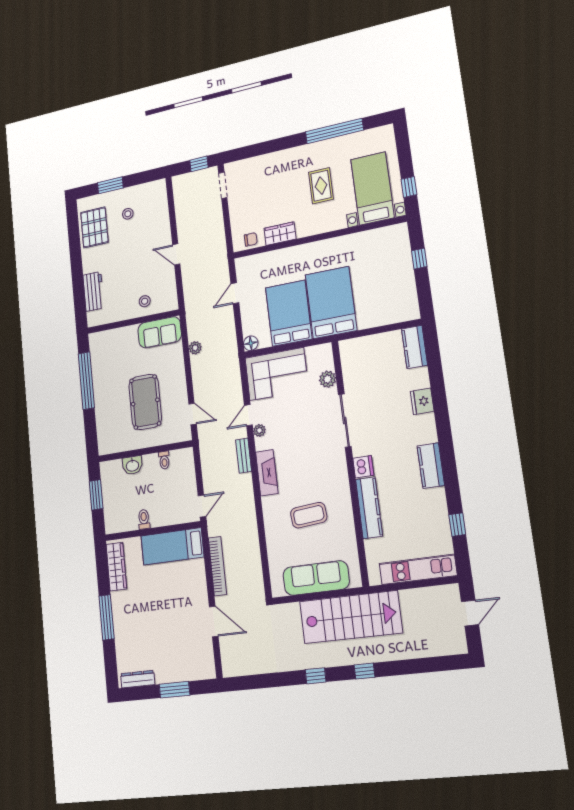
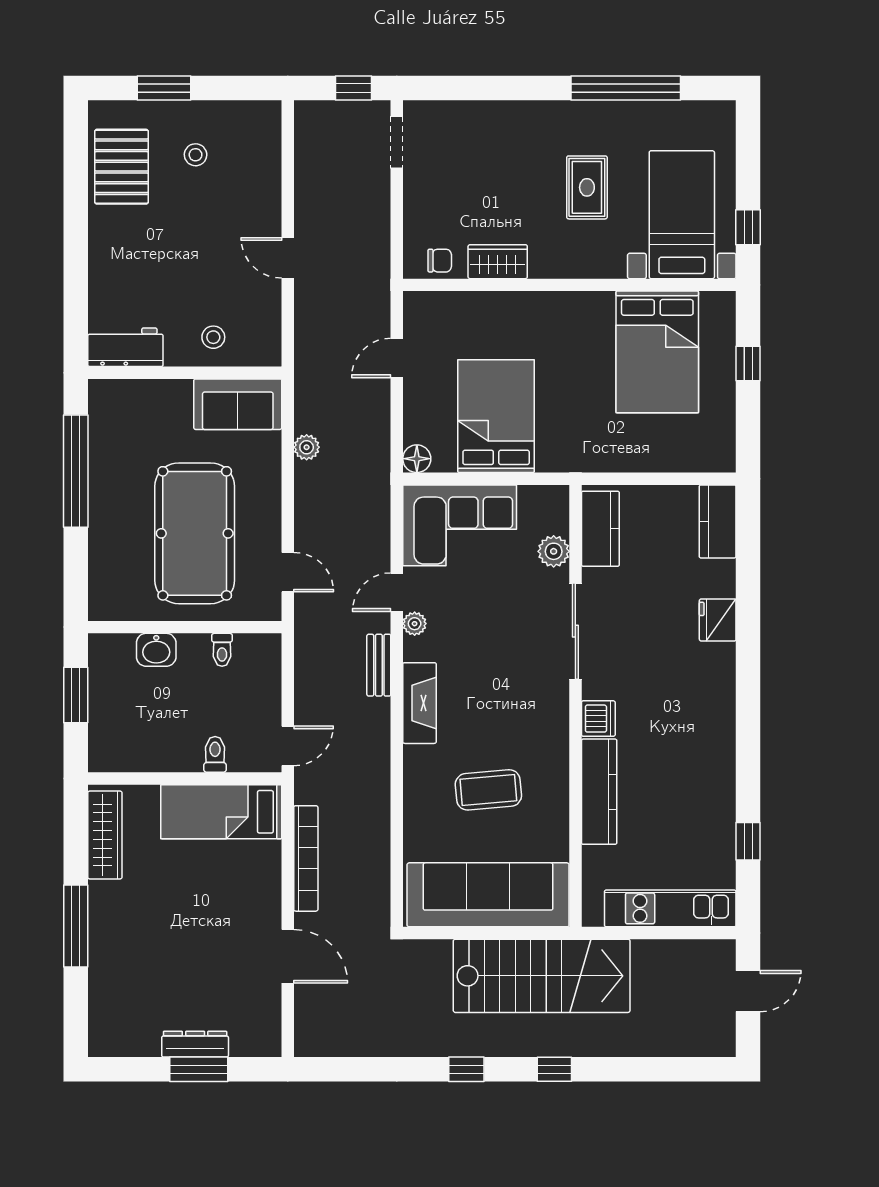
workbench: (93, 292) -> (125, 347), moved, turned -90
bed: (331, 302) -> (657, 352), moved, turned 180
pool table: (145, 402) -> (195, 533), width x1.36, depth x1.32
kitchen counter: (431, 466) -> (600, 529), moved, turned 180
toilet: (144, 519) -> (215, 754), moved
sofa: (316, 578) -> (488, 895), width x1.36, depth x1.27
dresser: (138, 679) -> (195, 1044), moved

